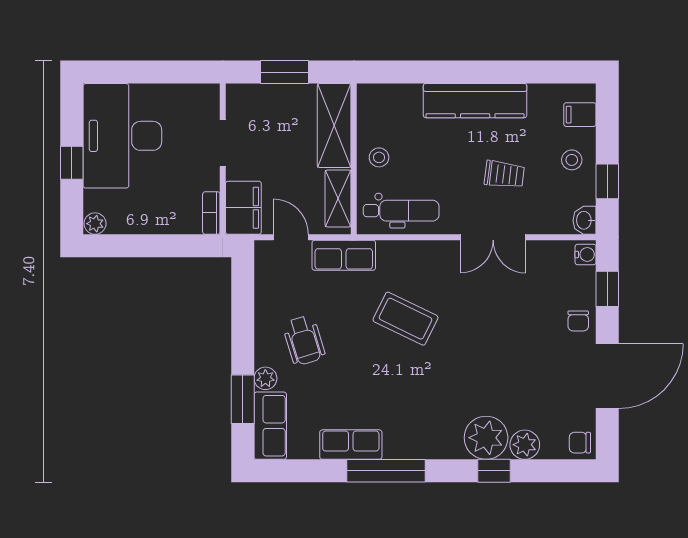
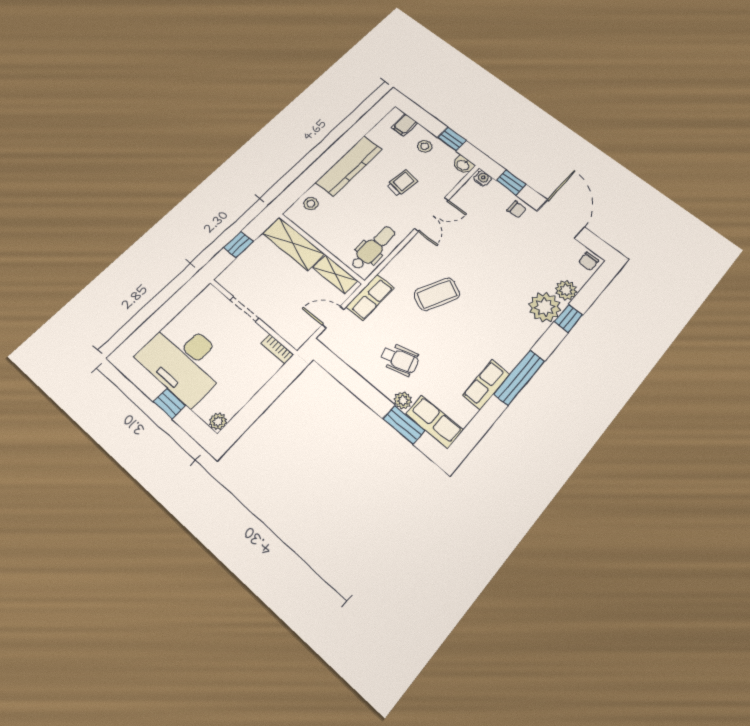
window: (284, 72) -> (239, 245), width x0.67
stool: (379, 157) -> (311, 204), moved
filing cabinet: (243, 208) -> (291, 329), removed

